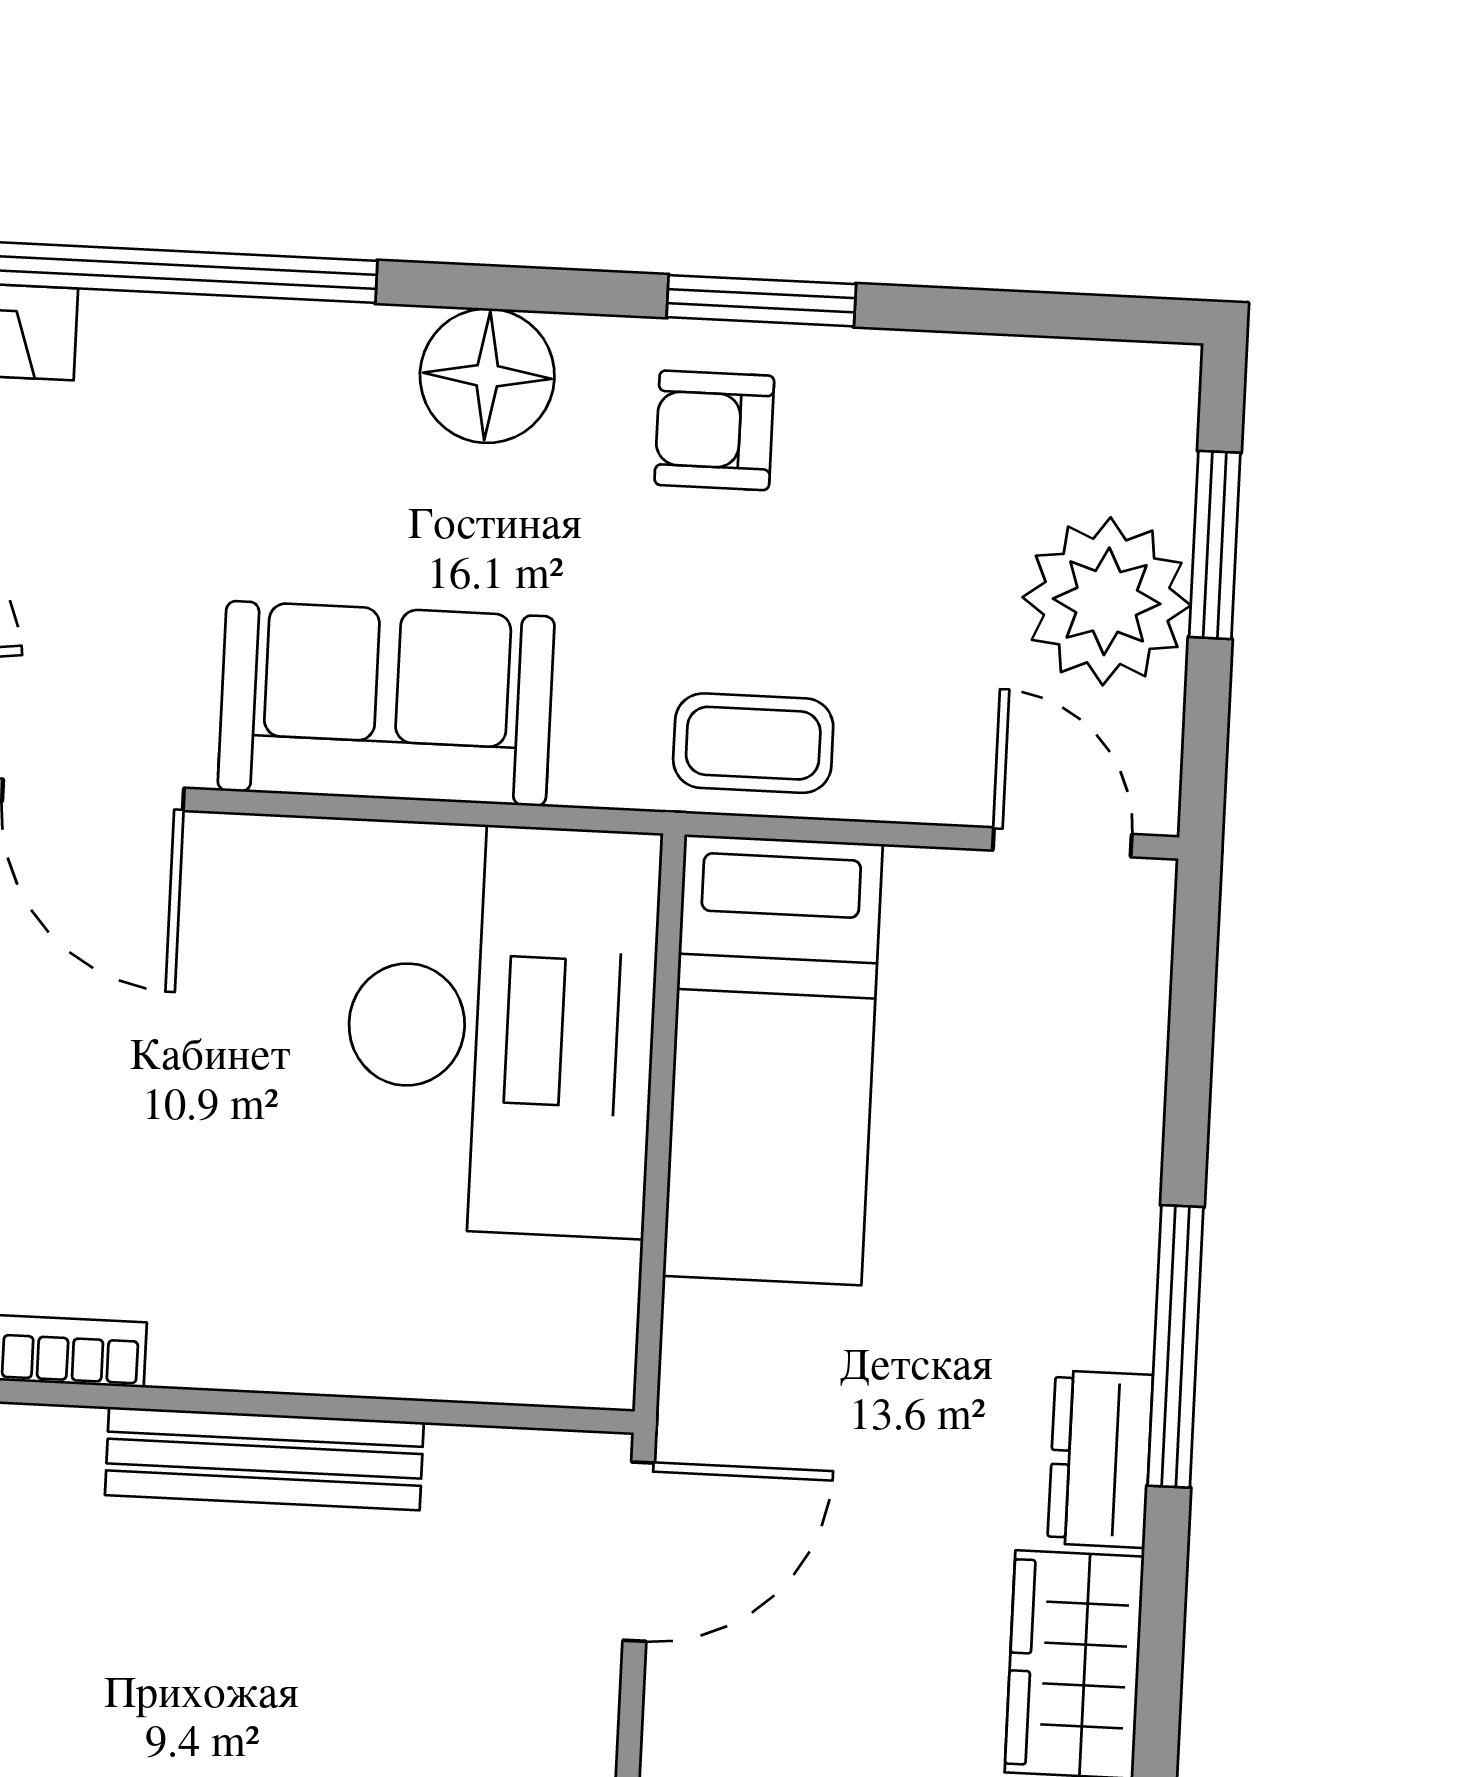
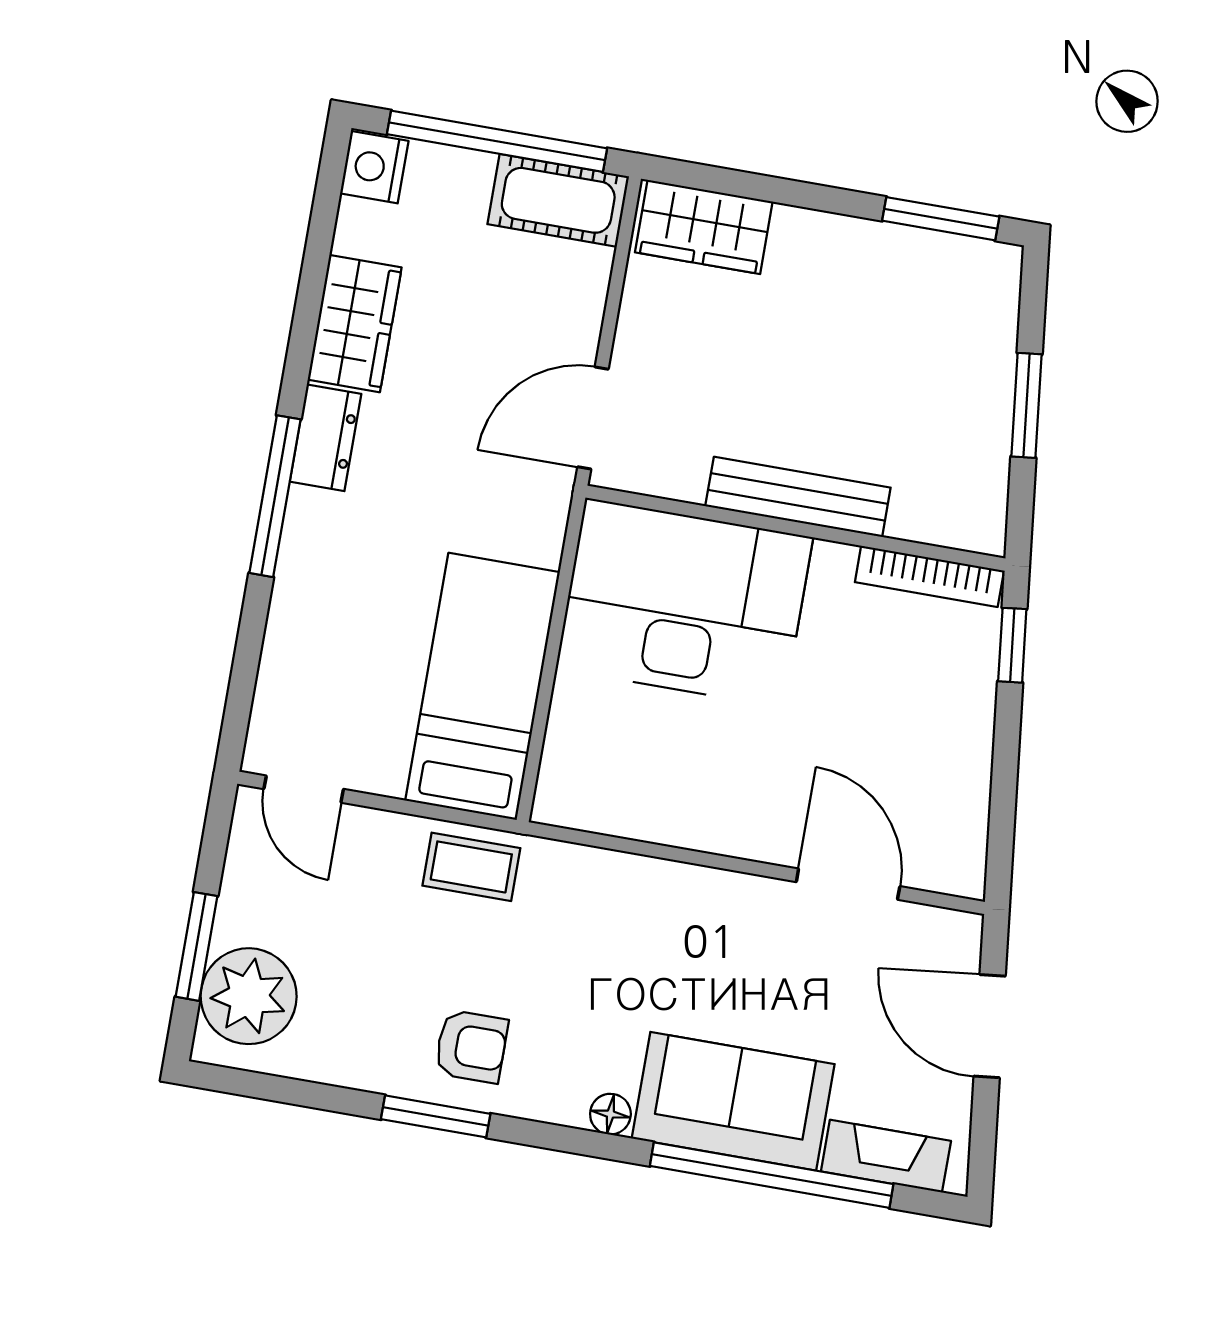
floor lamp: (487, 376) -> (610, 1114), width x0.53, depth x0.53
plant: (1107, 601) -> (249, 996), moved
sofa: (386, 704) -> (733, 1101), moved, turned 180
desk: (501, 1029) -> (684, 603), moved, turned 90

